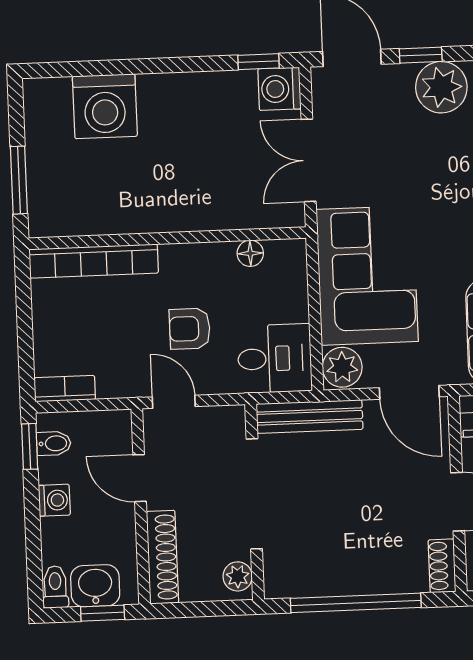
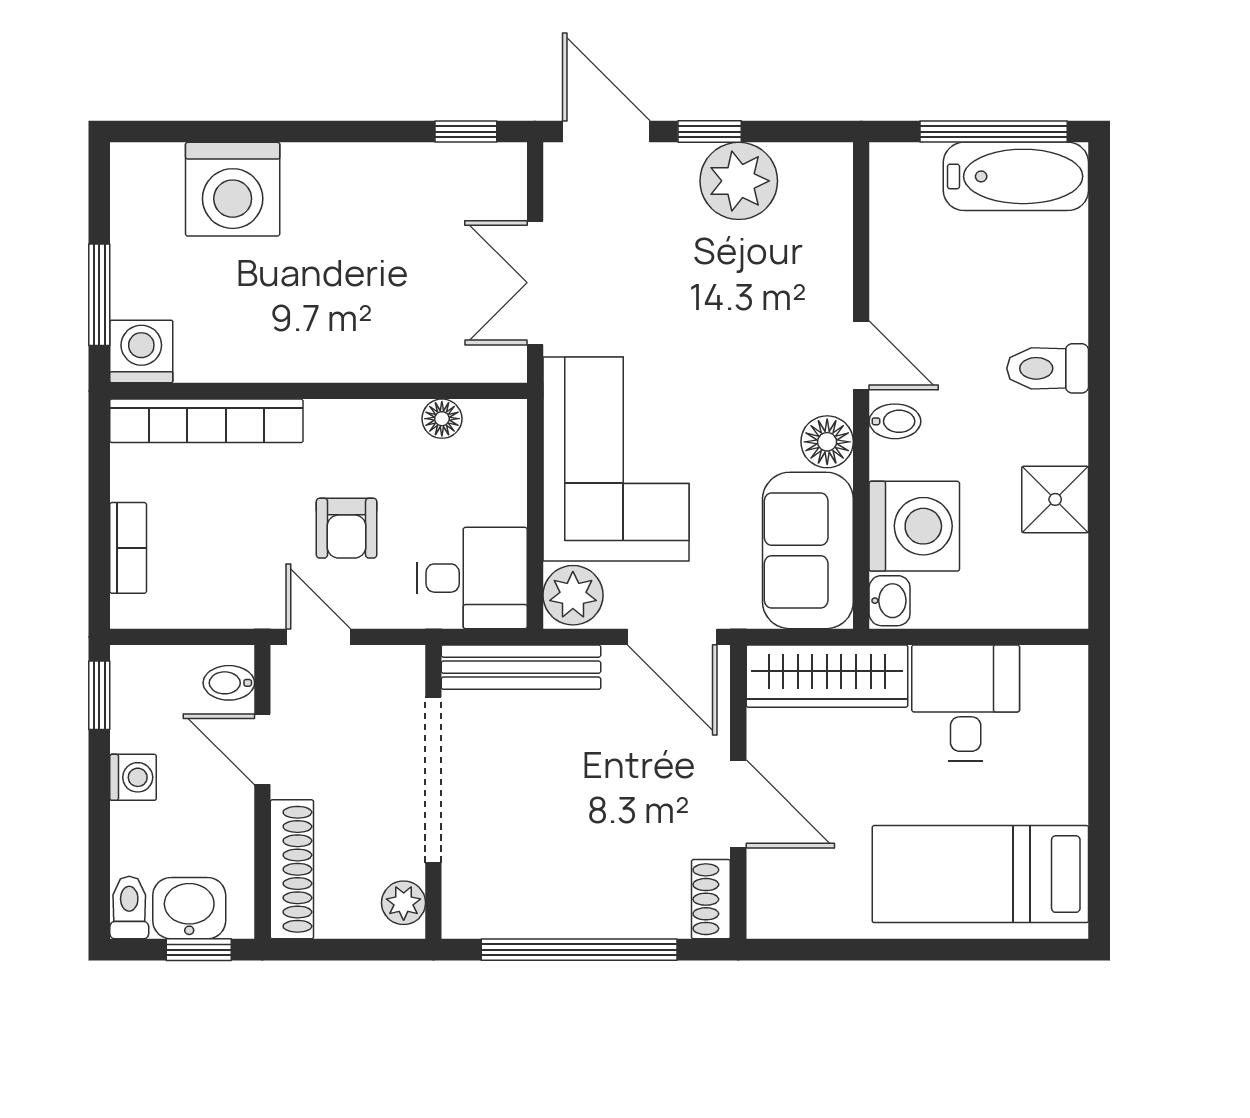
washing machine: (279, 89) -> (141, 351), moved, turned 90
armchair: (190, 329) -> (347, 528), turned -90
bookcase: (65, 389) -> (128, 548), moved, turned 90
bidet: (54, 443) -> (229, 683), moved, turned 180

